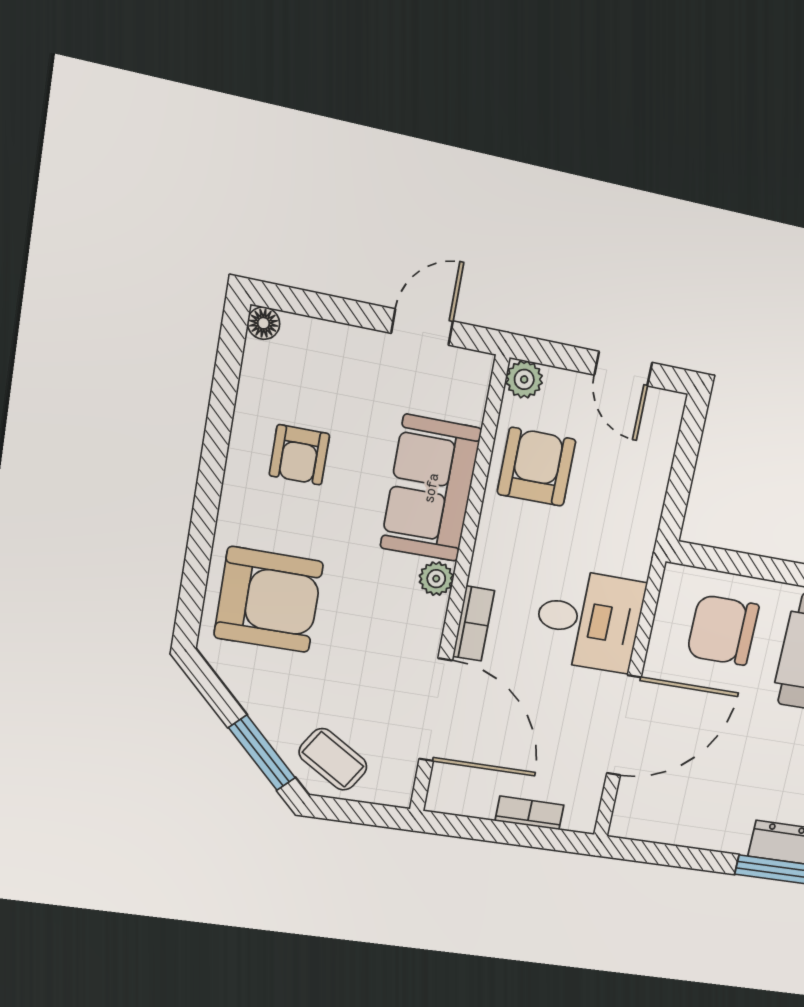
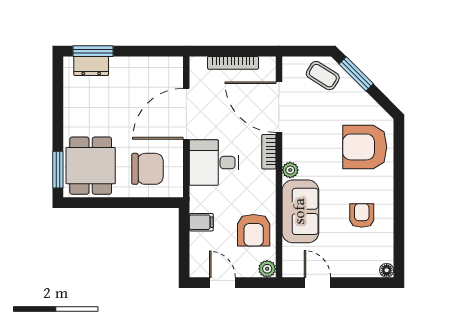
door: (422, 327) -> (317, 283), swing flipped
filing cabinet: (640, 504) -> (201, 222), added
bookcase: (529, 813) -> (233, 63), width x1.56

